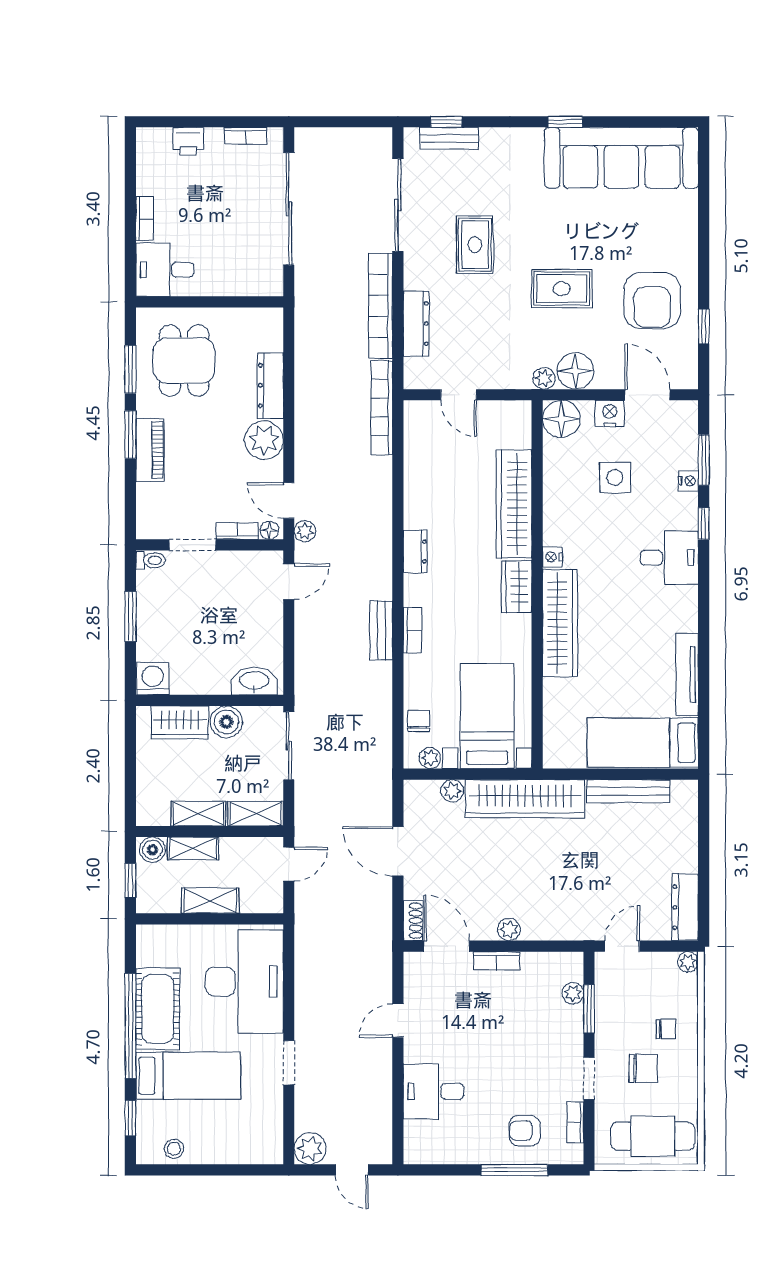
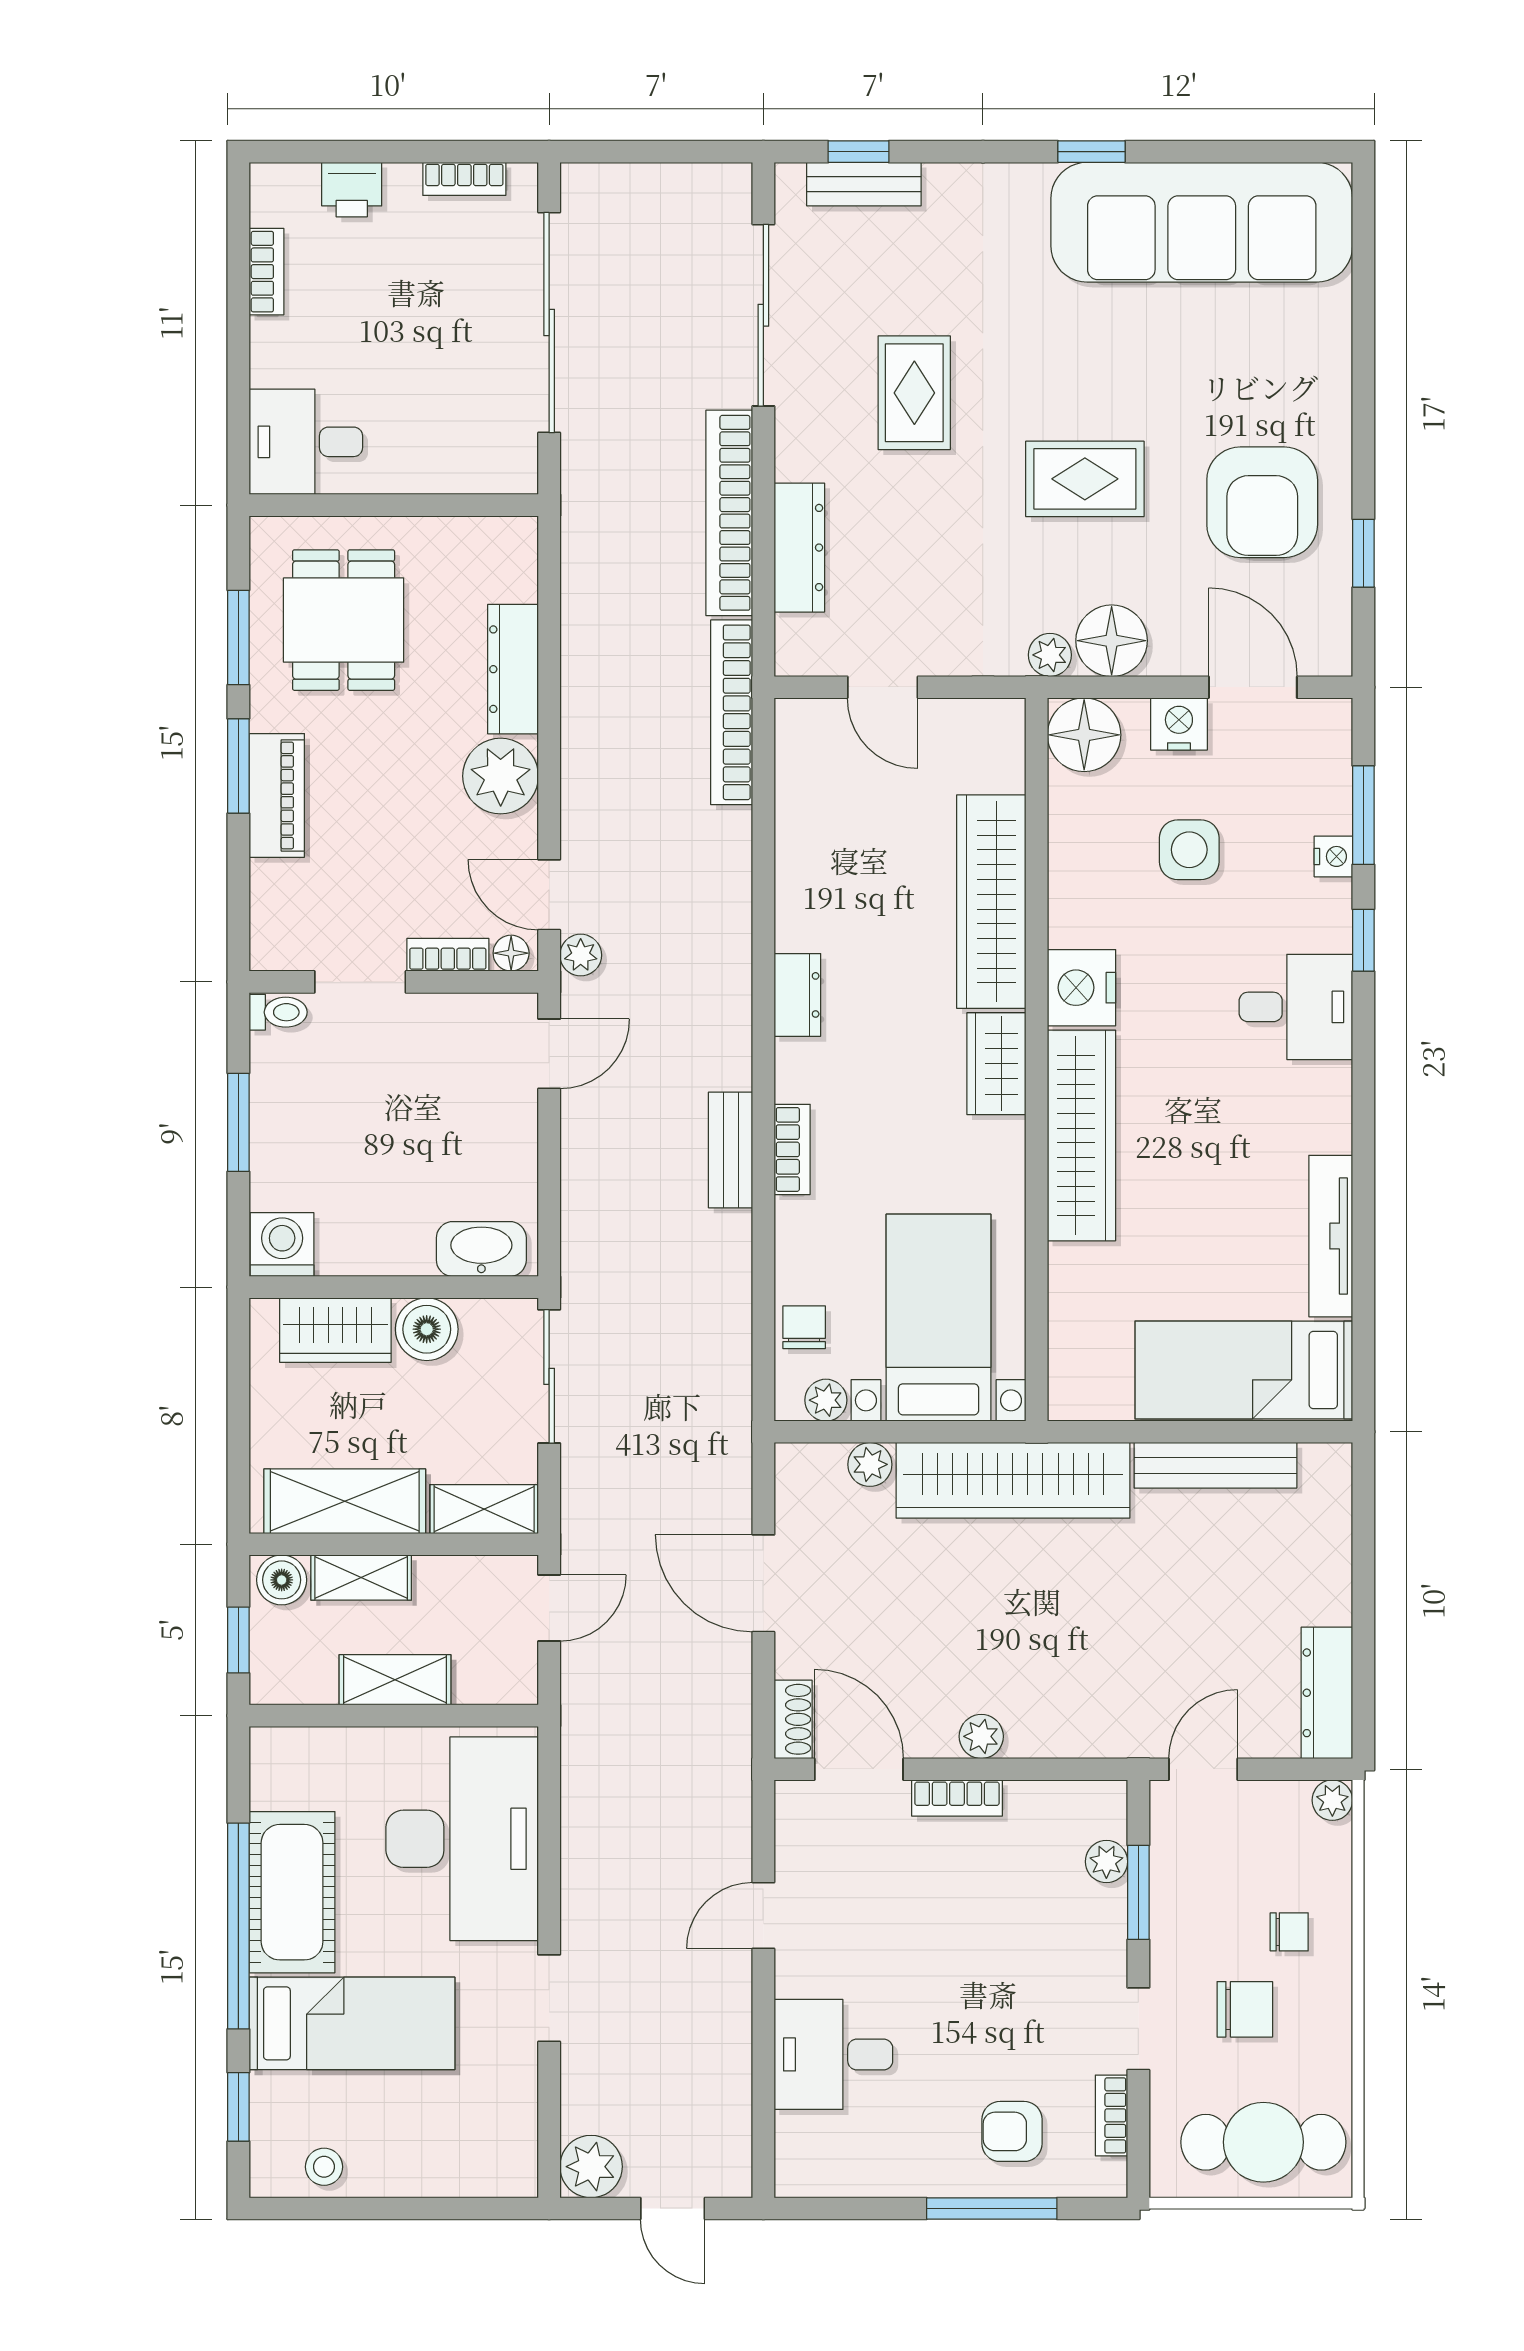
bookcase: (145, 219) -> (266, 272), moved
nightstand: (552, 557) -> (1081, 988), width x1.89, depth x1.79
shelving: (198, 814) -> (345, 1501), width x1.50, depth x1.33

